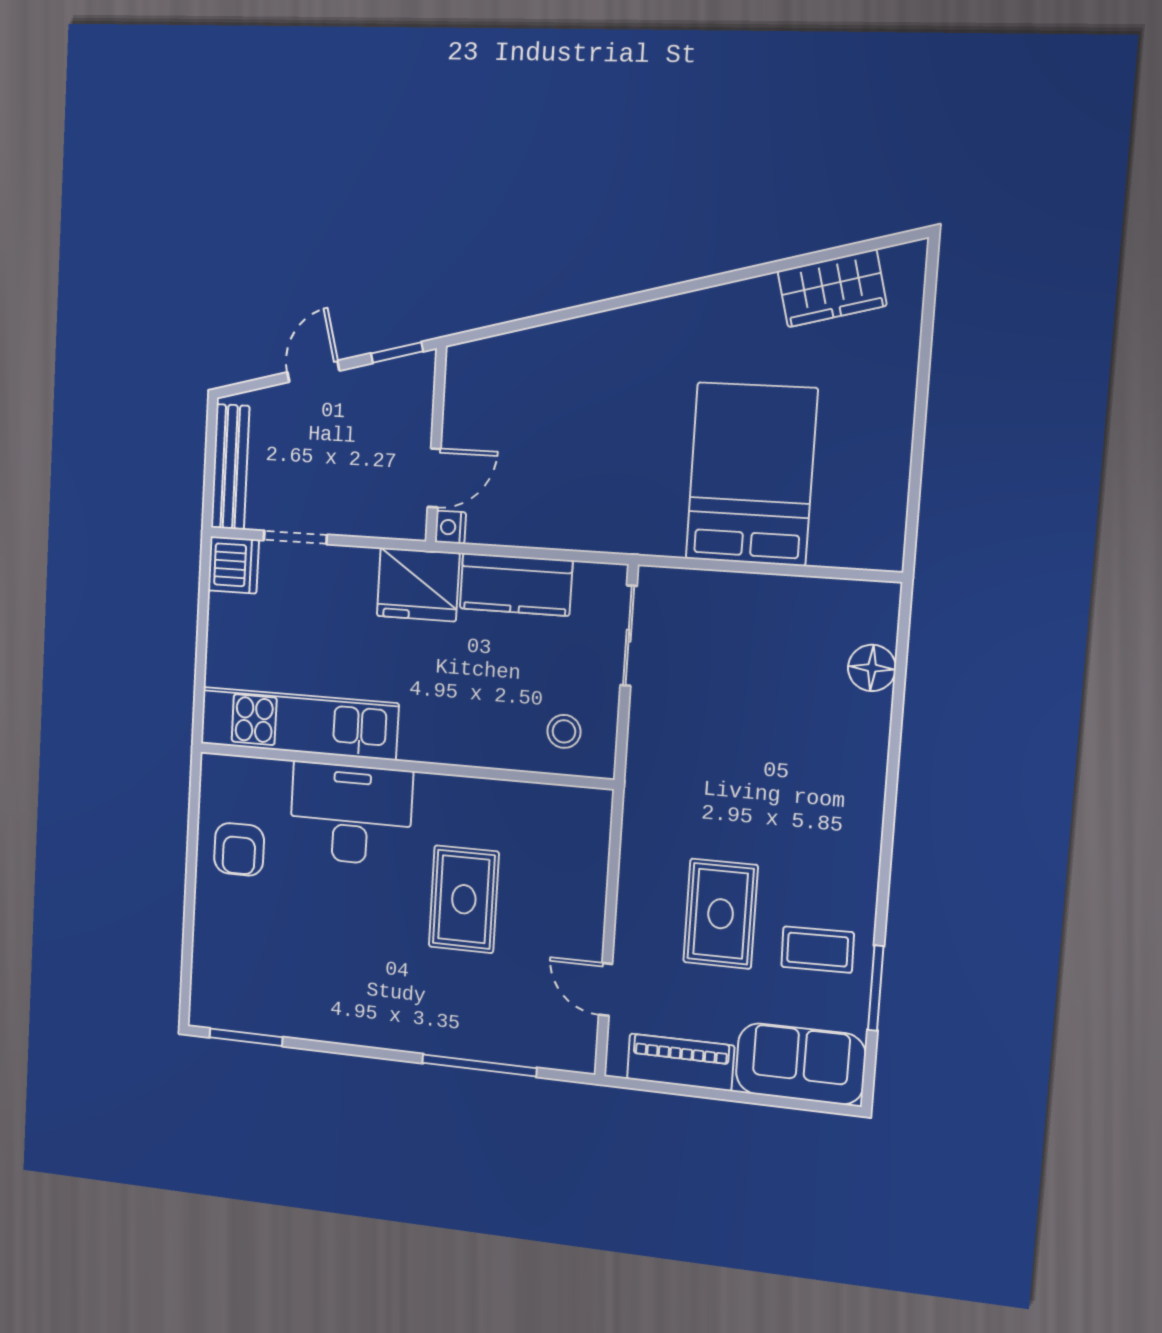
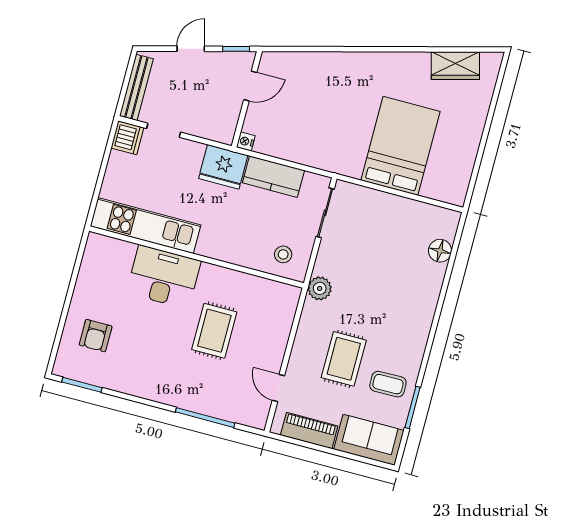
door: (434, 478) -> (250, 86), moved
plant: (647, 785) -> (320, 288), added
armchair: (239, 849) -> (96, 336), moved

